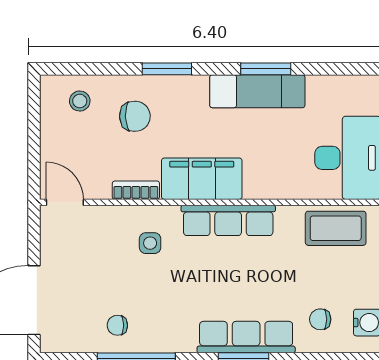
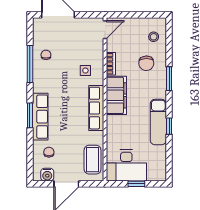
window: (266, 69) -> (169, 126), width x0.67

